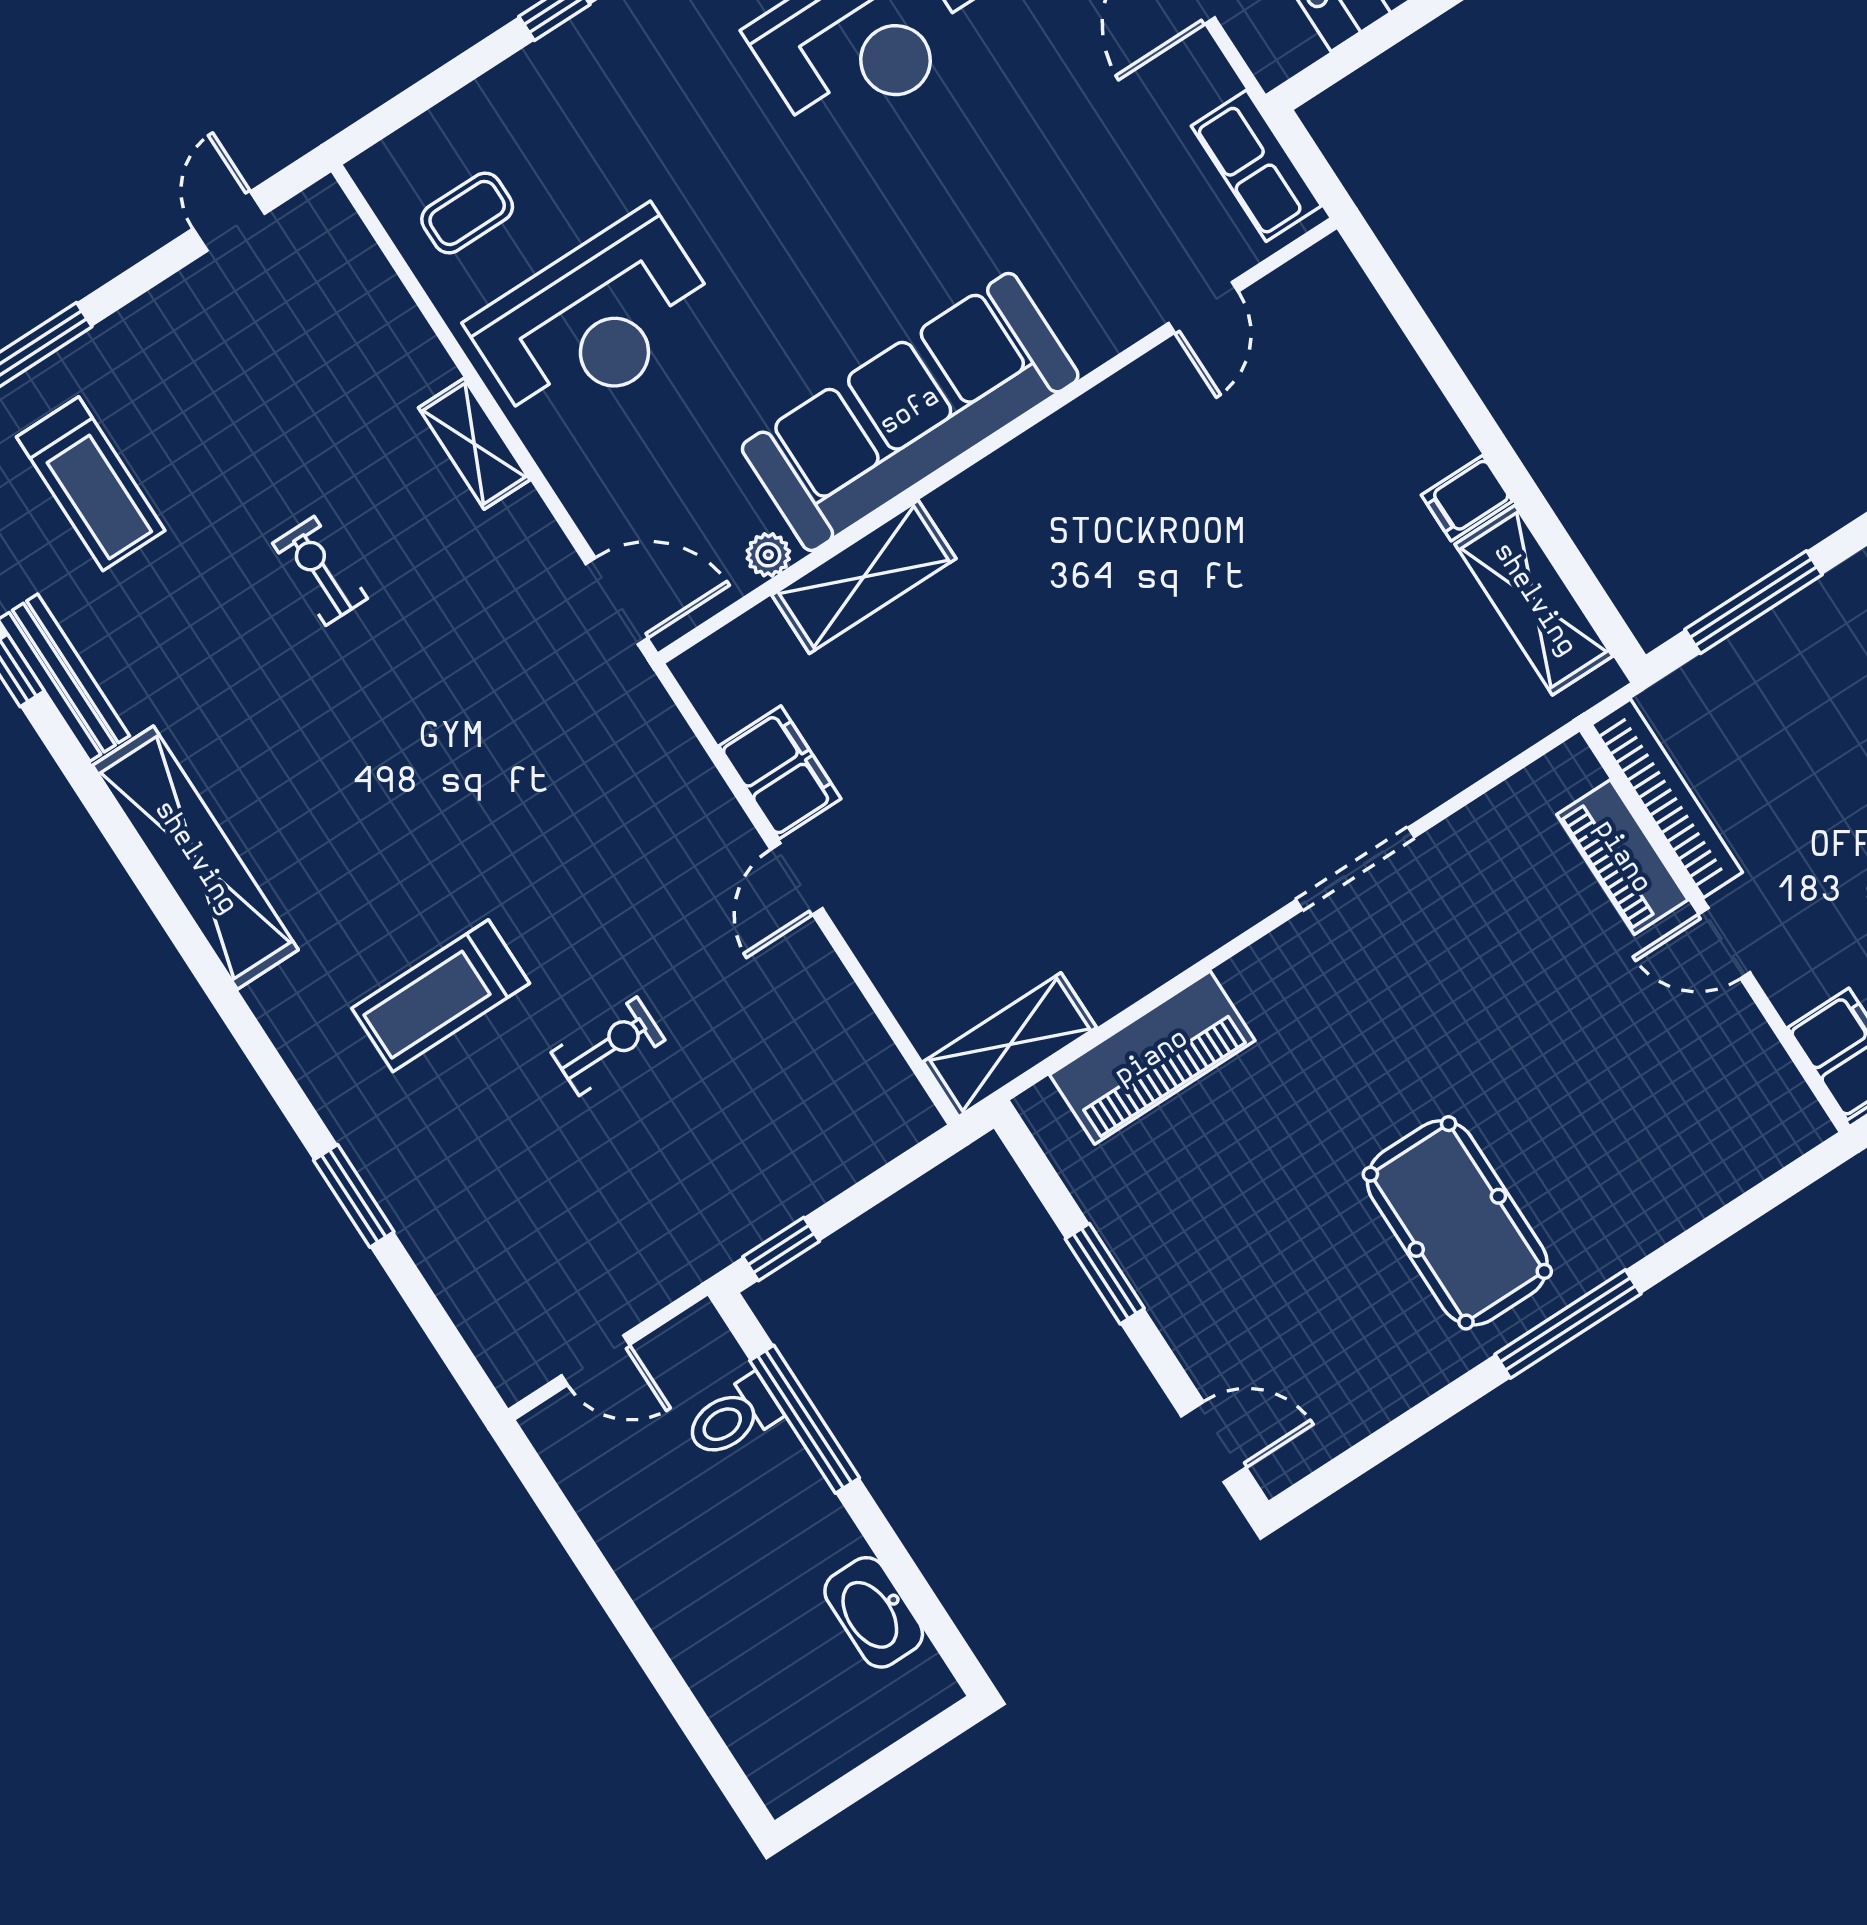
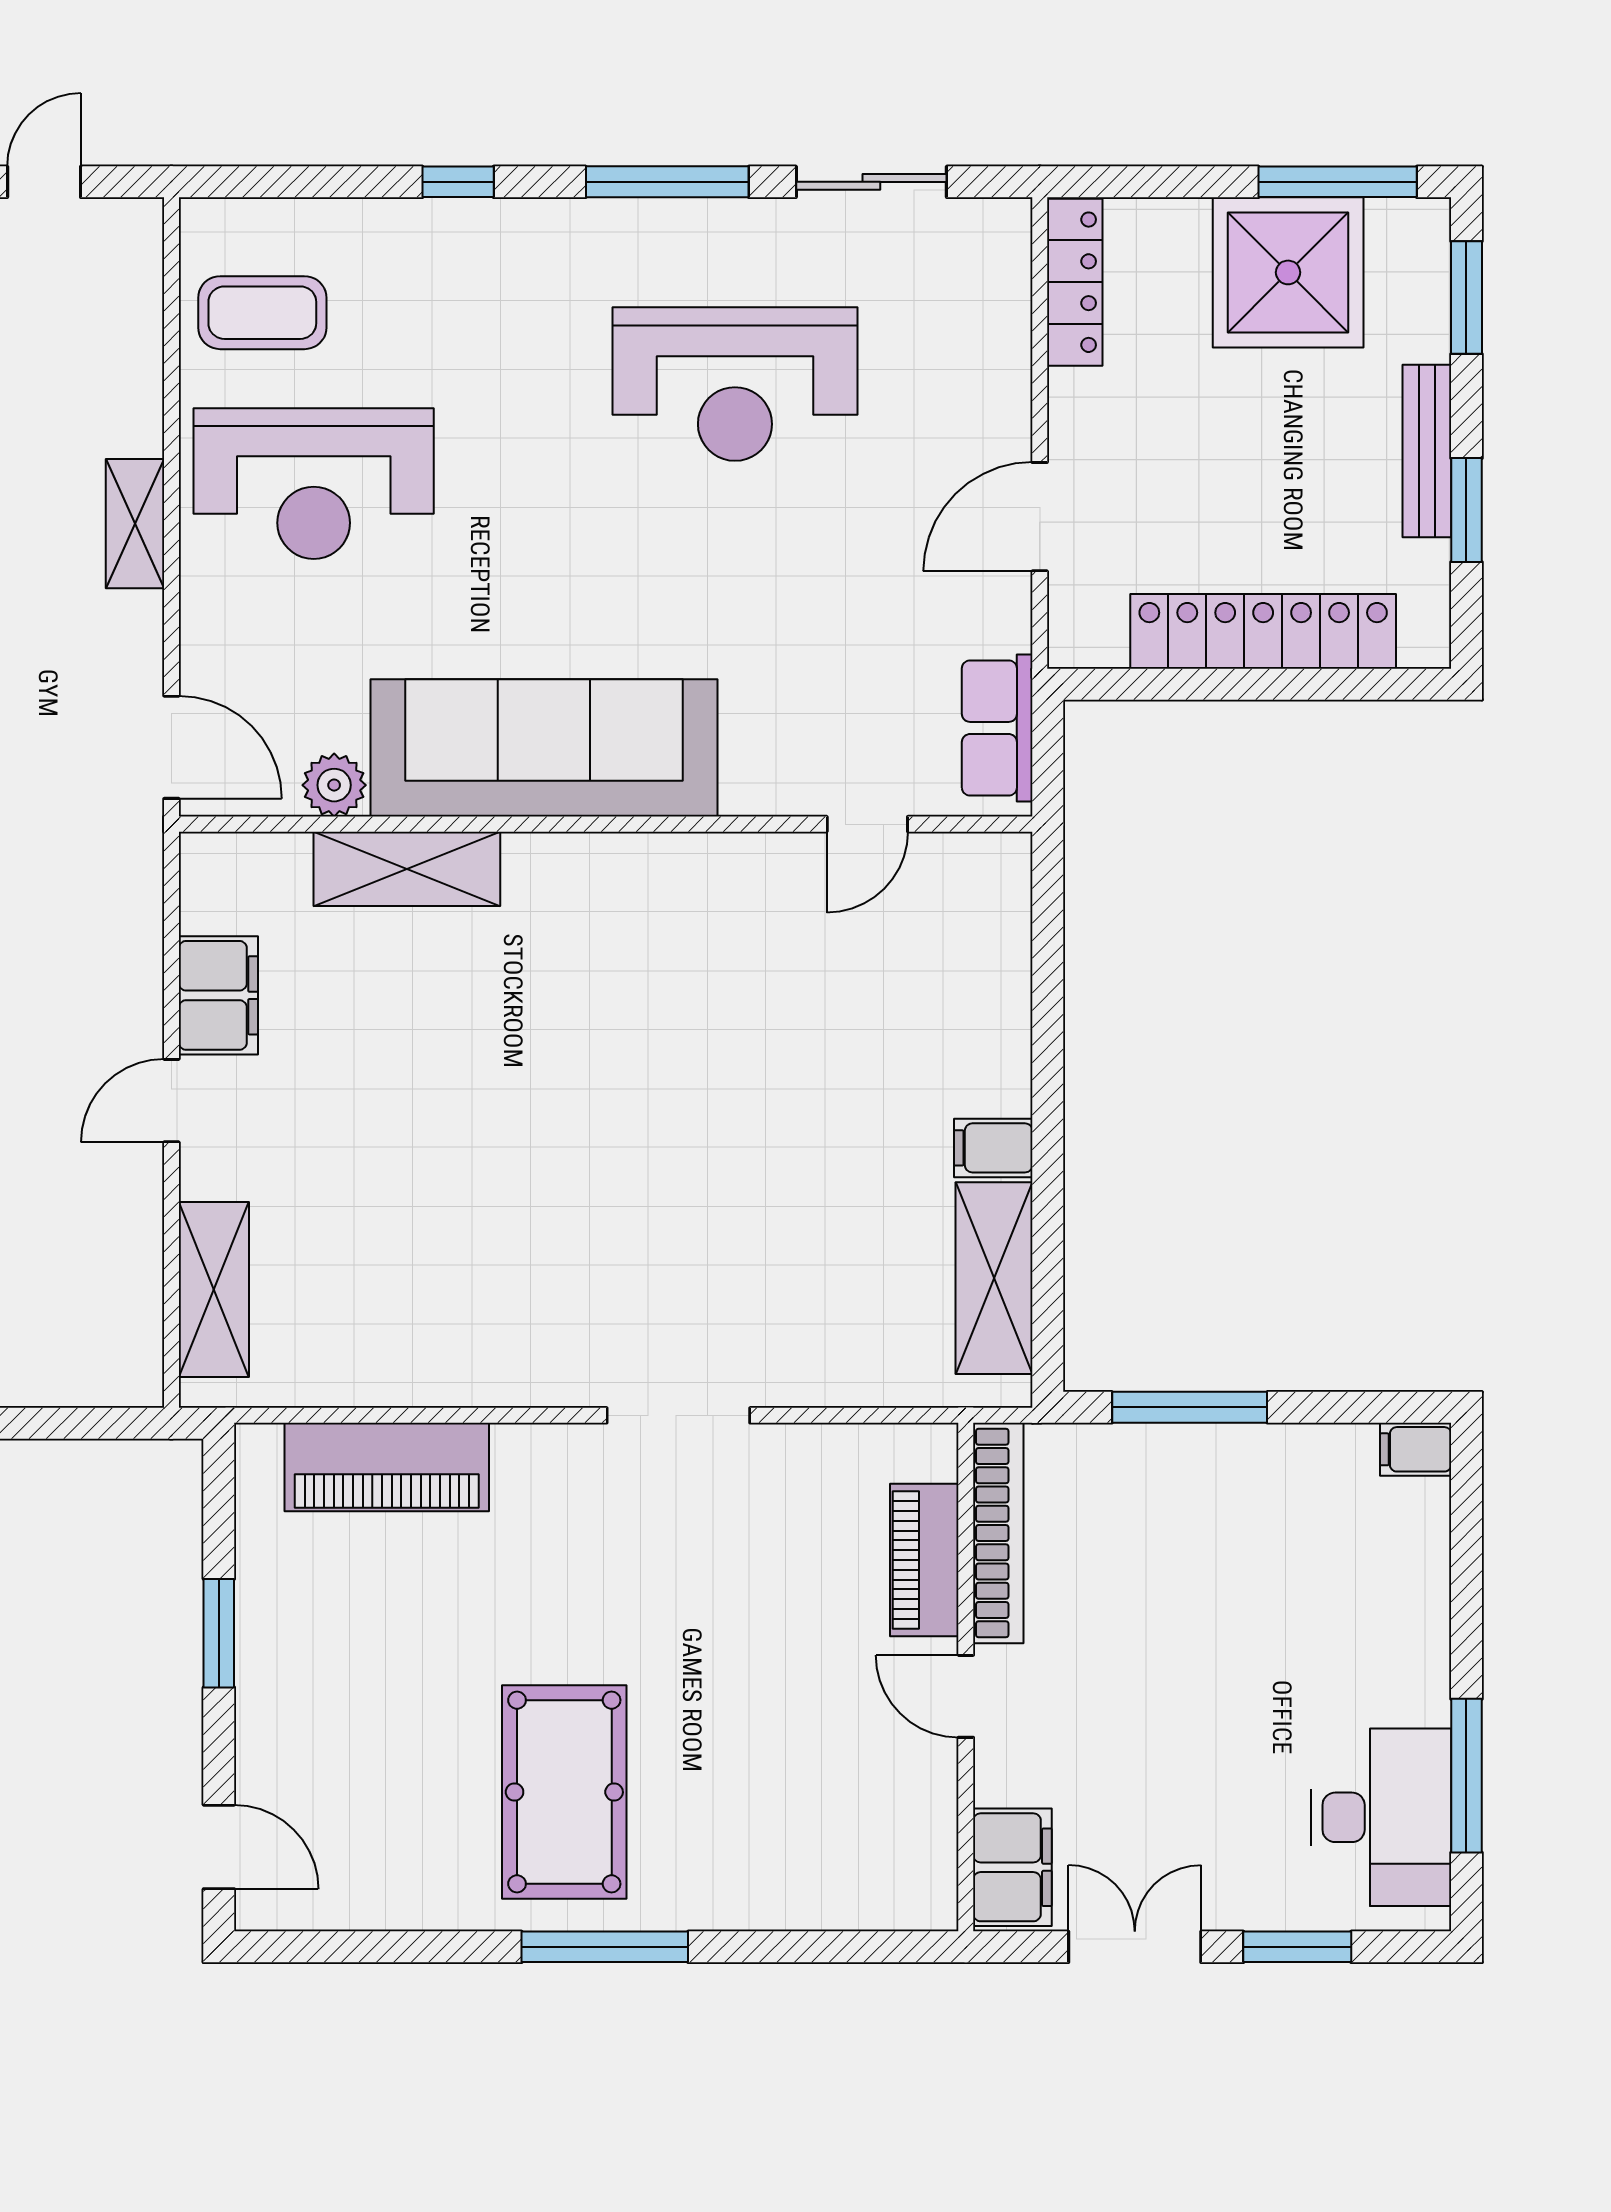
coffee table: (467, 213) -> (262, 313), width x1.36, depth x1.30
plant: (768, 555) -> (334, 785), width x1.38, depth x1.38
shelving: (1010, 1045) -> (214, 1289), moved, turned 90

